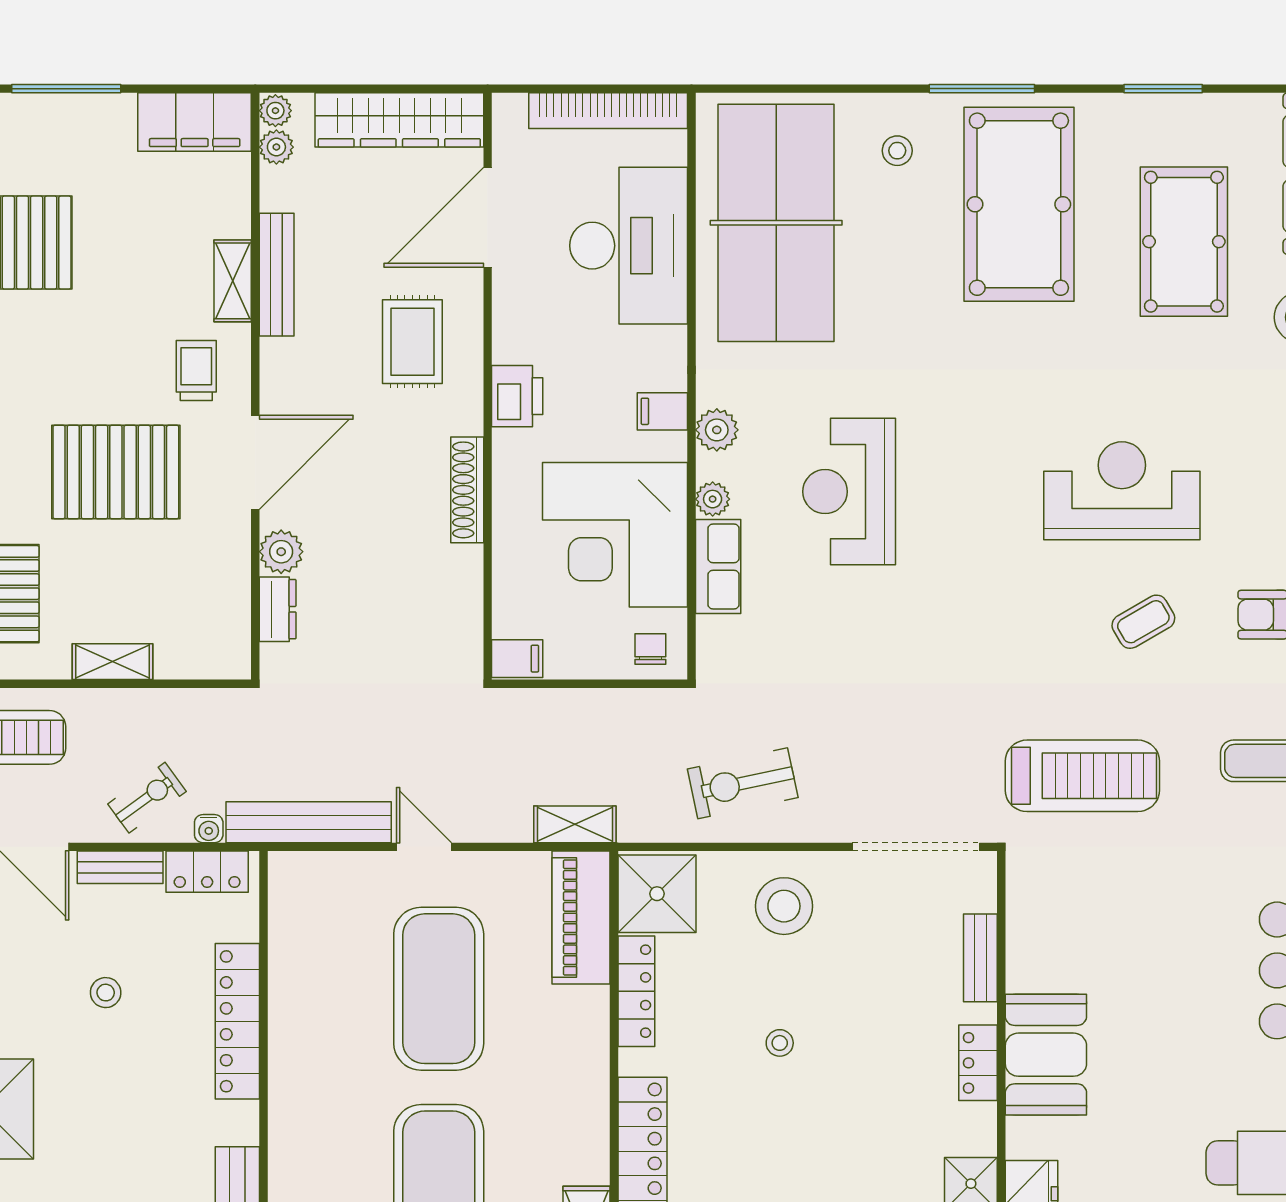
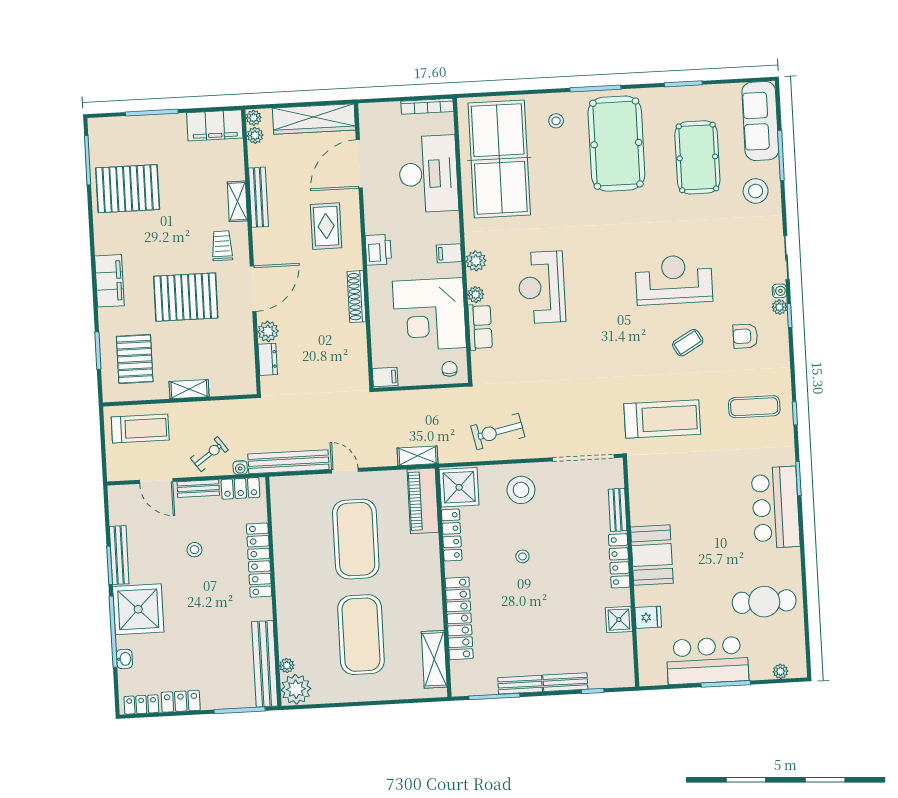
bookcase: (608, 111) -> (427, 106), width x0.68, depth x0.76
locker: (978, 1063) -> (619, 561), width x1.53

